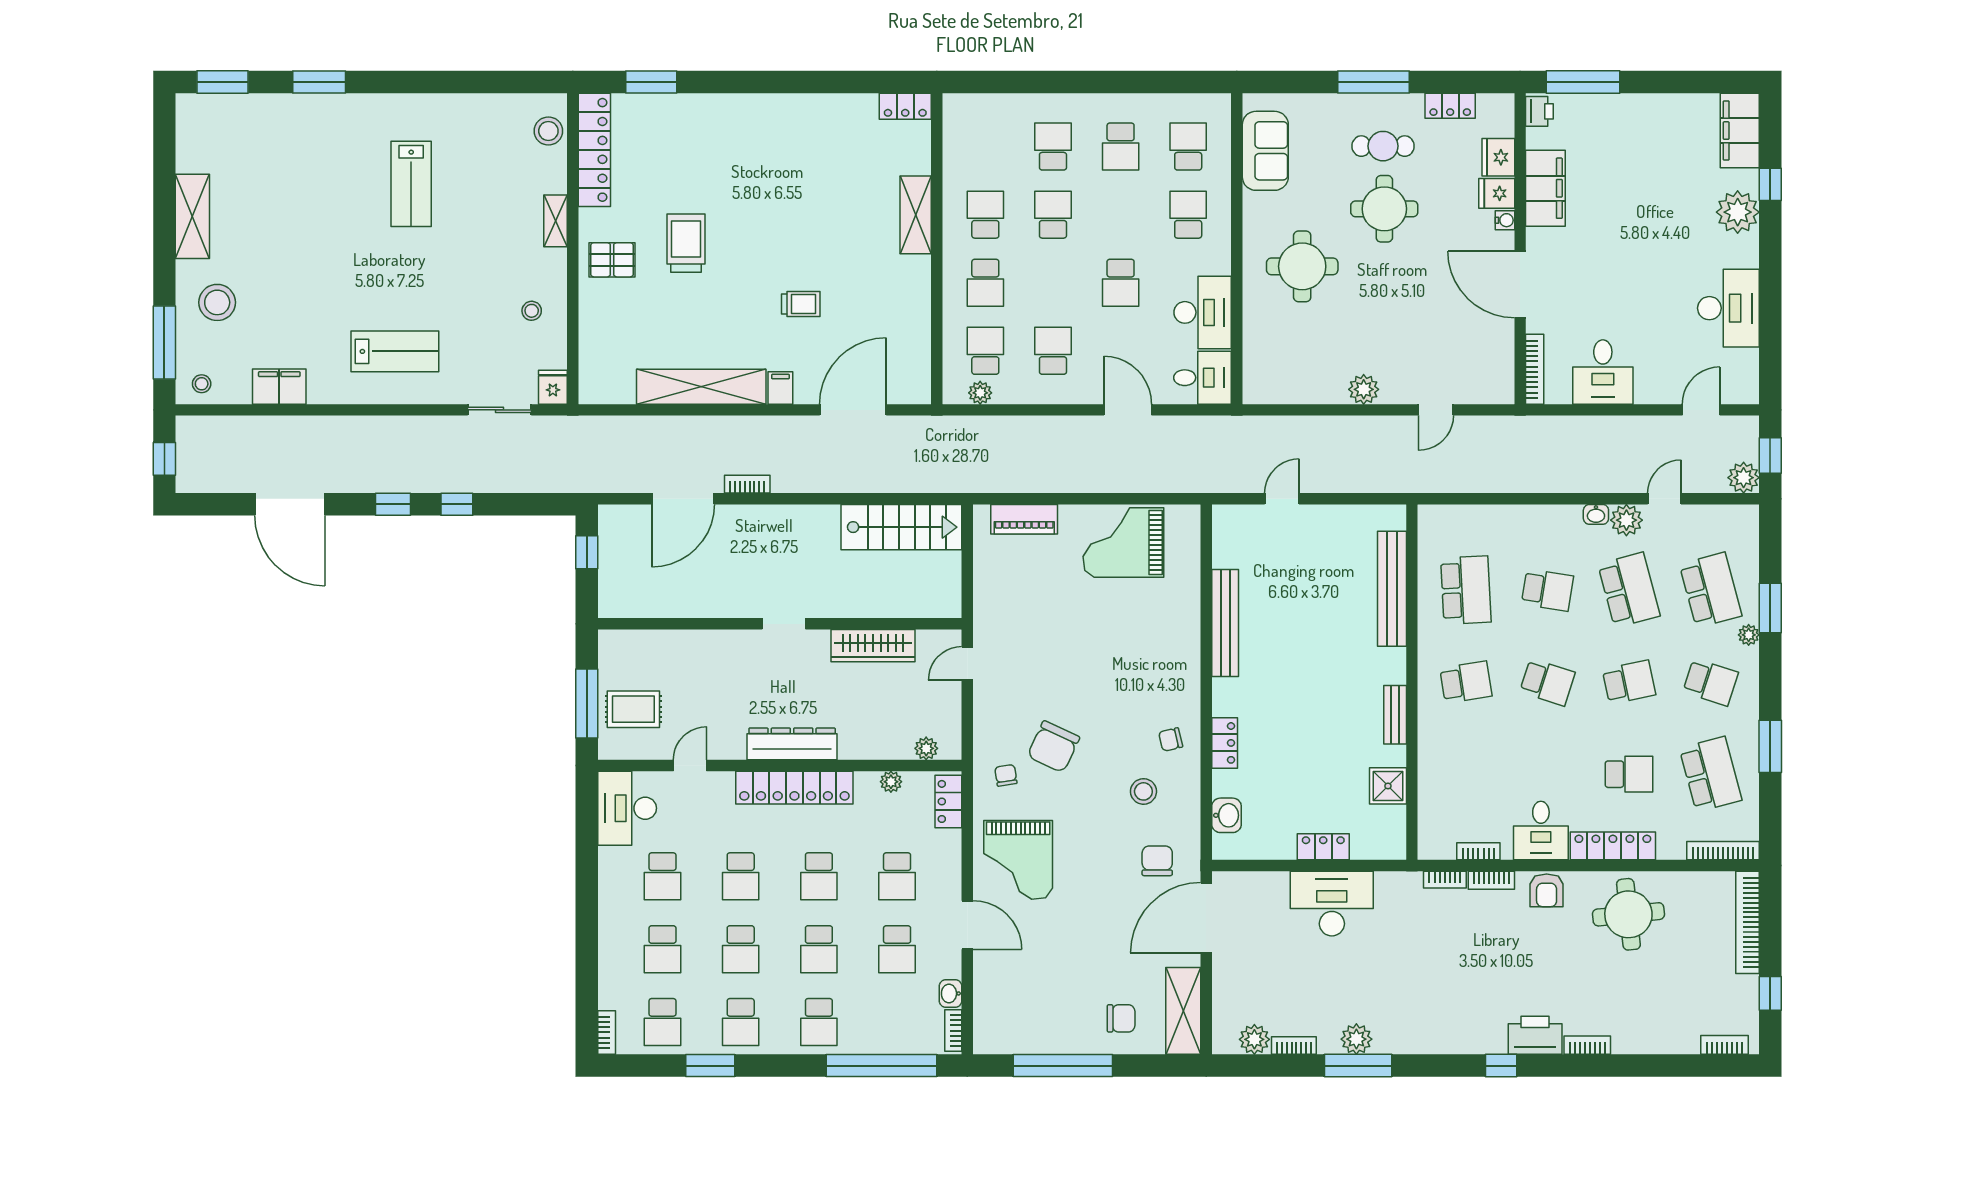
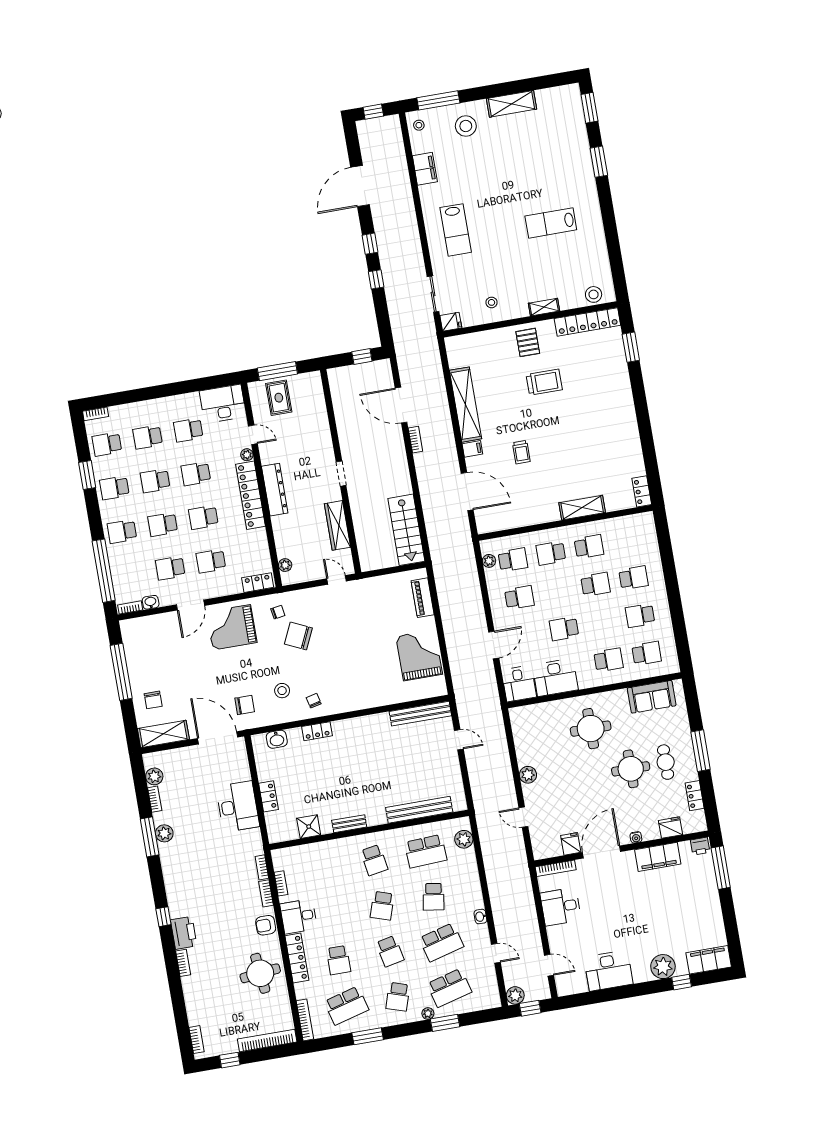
fridge: (1497, 193) -> (571, 844), moved
plant: (1626, 520) -> (464, 839), moved
bench: (1225, 623) -> (420, 714), moved
plant: (891, 782) -> (247, 455), moved

